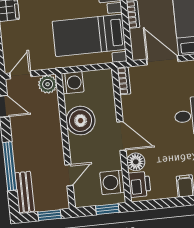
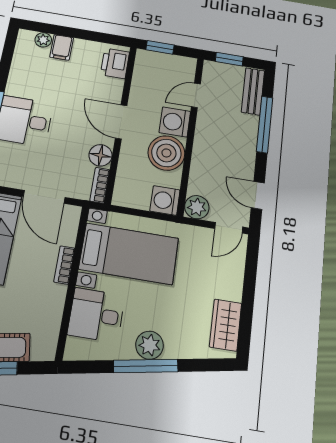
floor lamp: (136, 162) -> (100, 155), moved
washing machine: (112, 182) -> (175, 122), moved, turned 180

